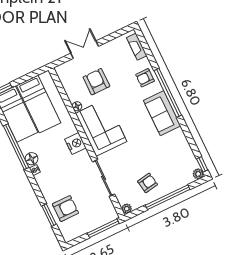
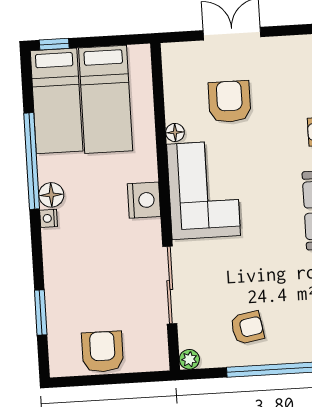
armchair: (65, 209) -> (103, 352), moved, turned -90
window: (103, 228) -> (131, 378), removed

